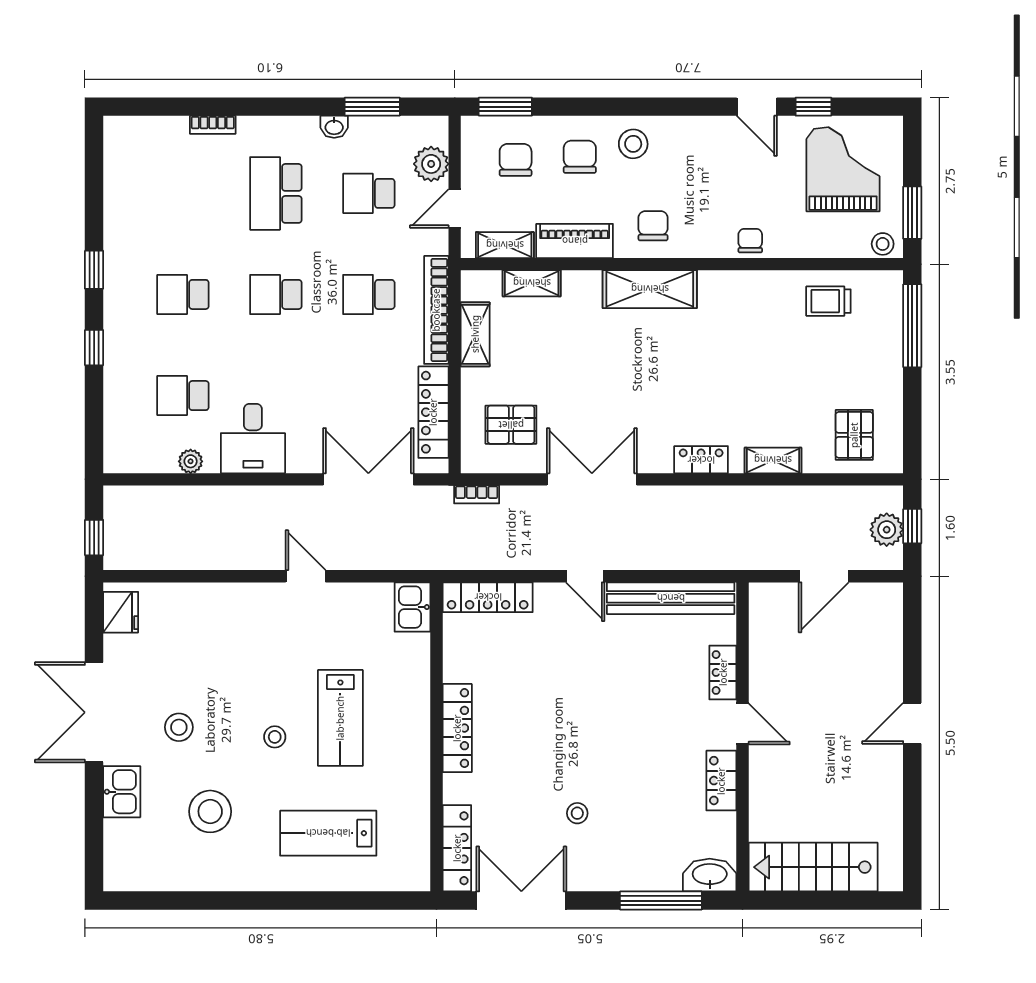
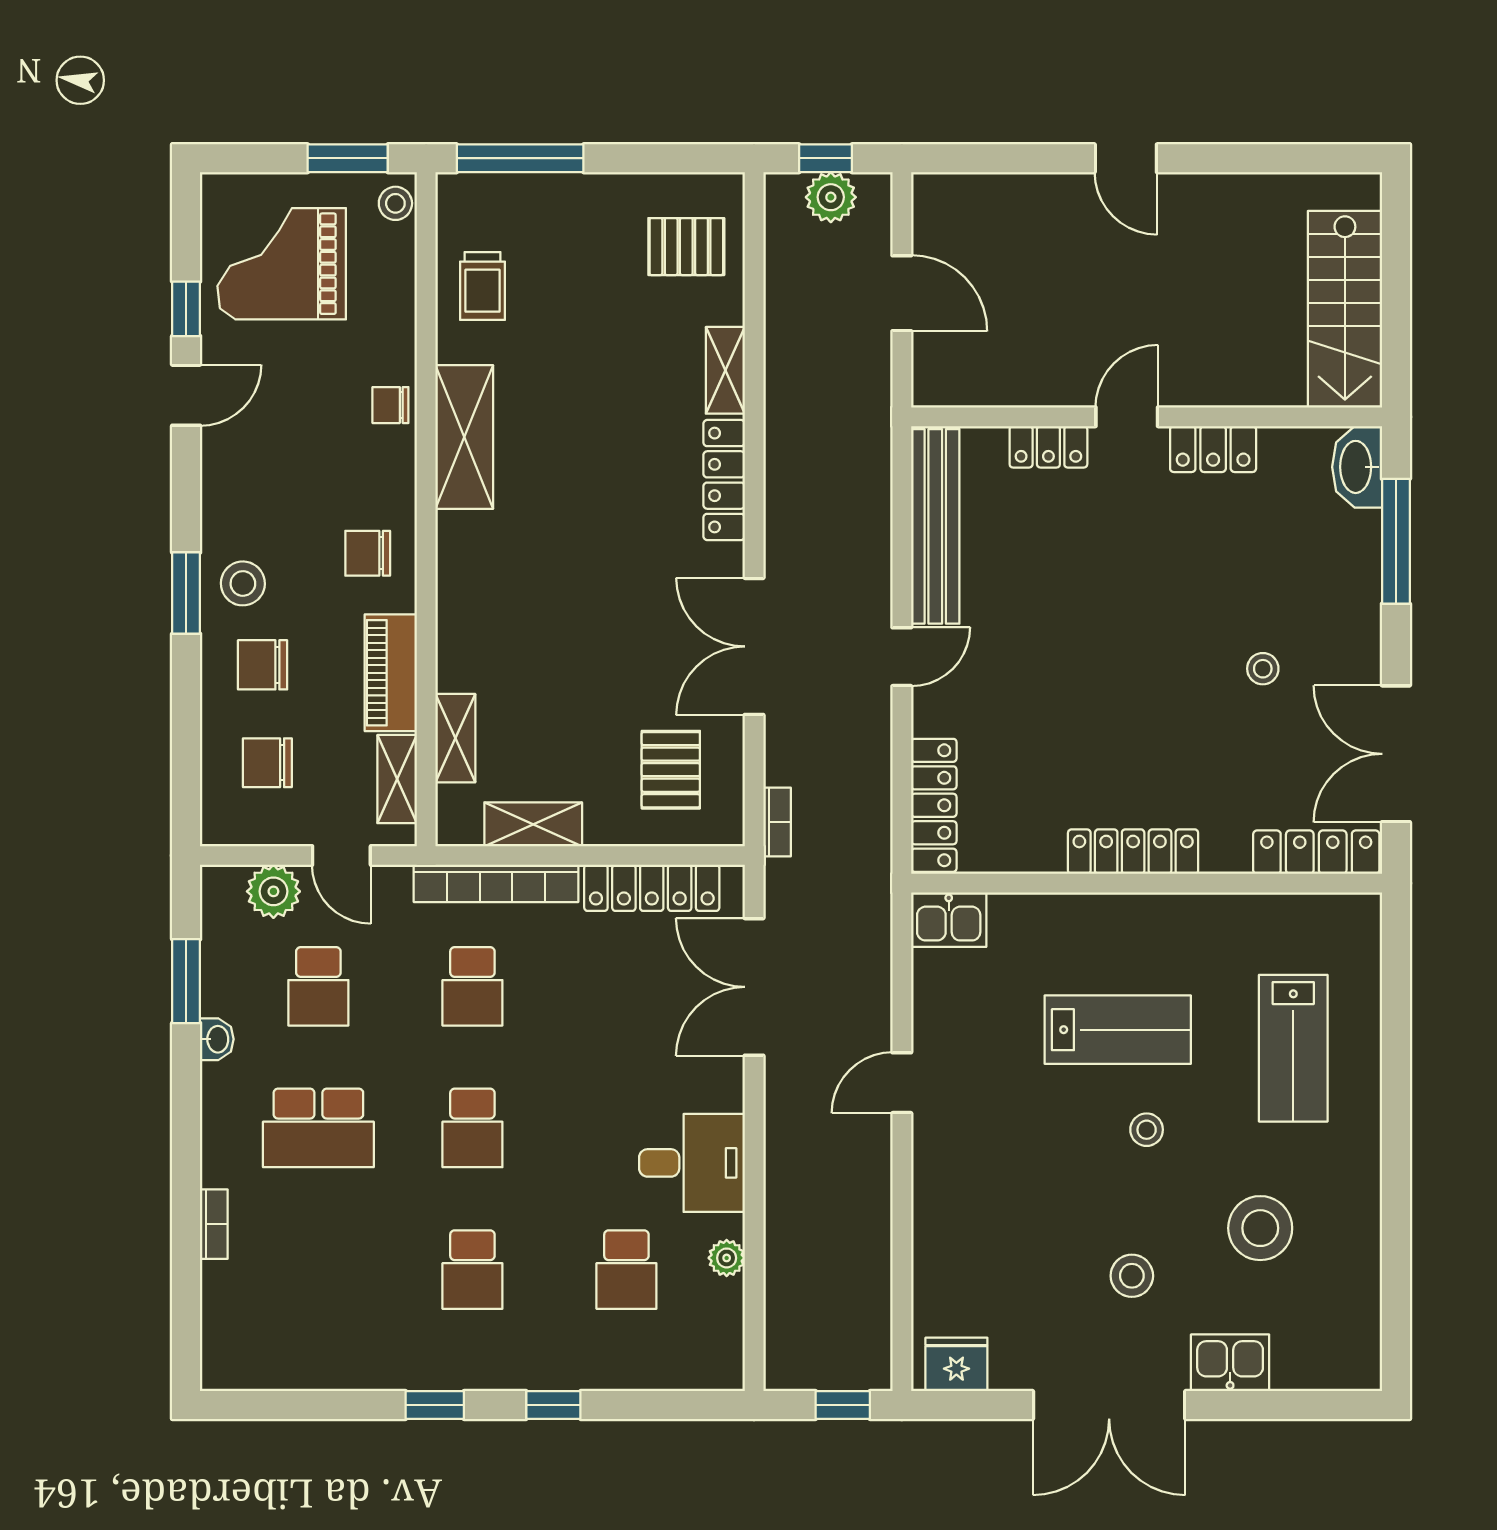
window: (505, 107) -> (186, 593), moved
shelving: (650, 289) -> (464, 437), moved
locker: (701, 460) -> (724, 480), width x1.53

